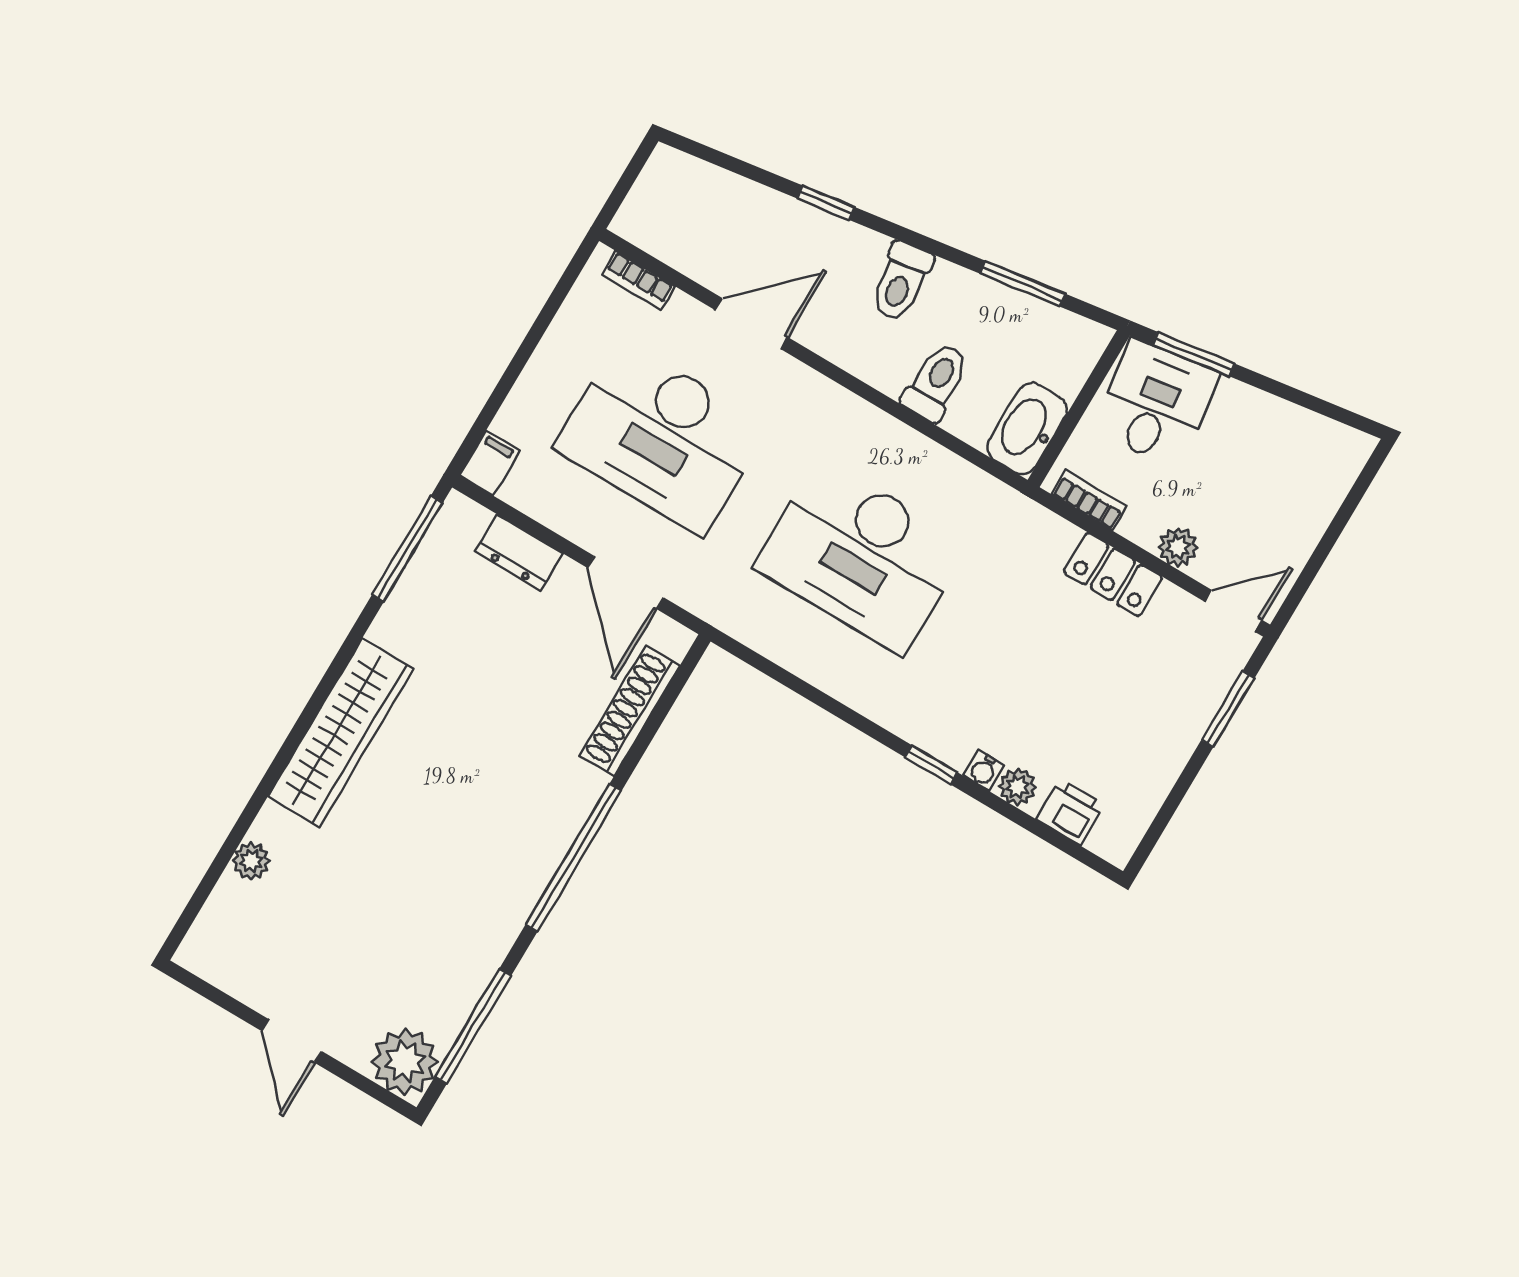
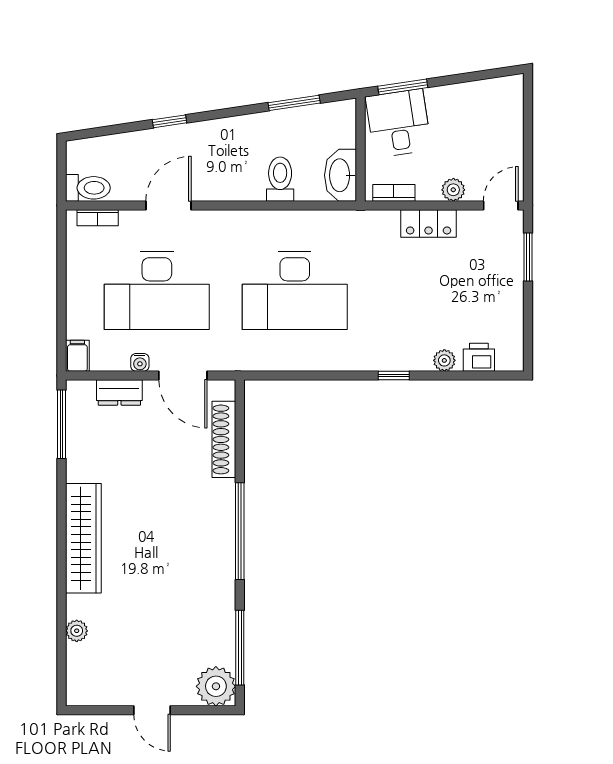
toilet: (901, 282) -> (88, 188), moved, turned -82
water cooler: (984, 770) -> (140, 362), moved

